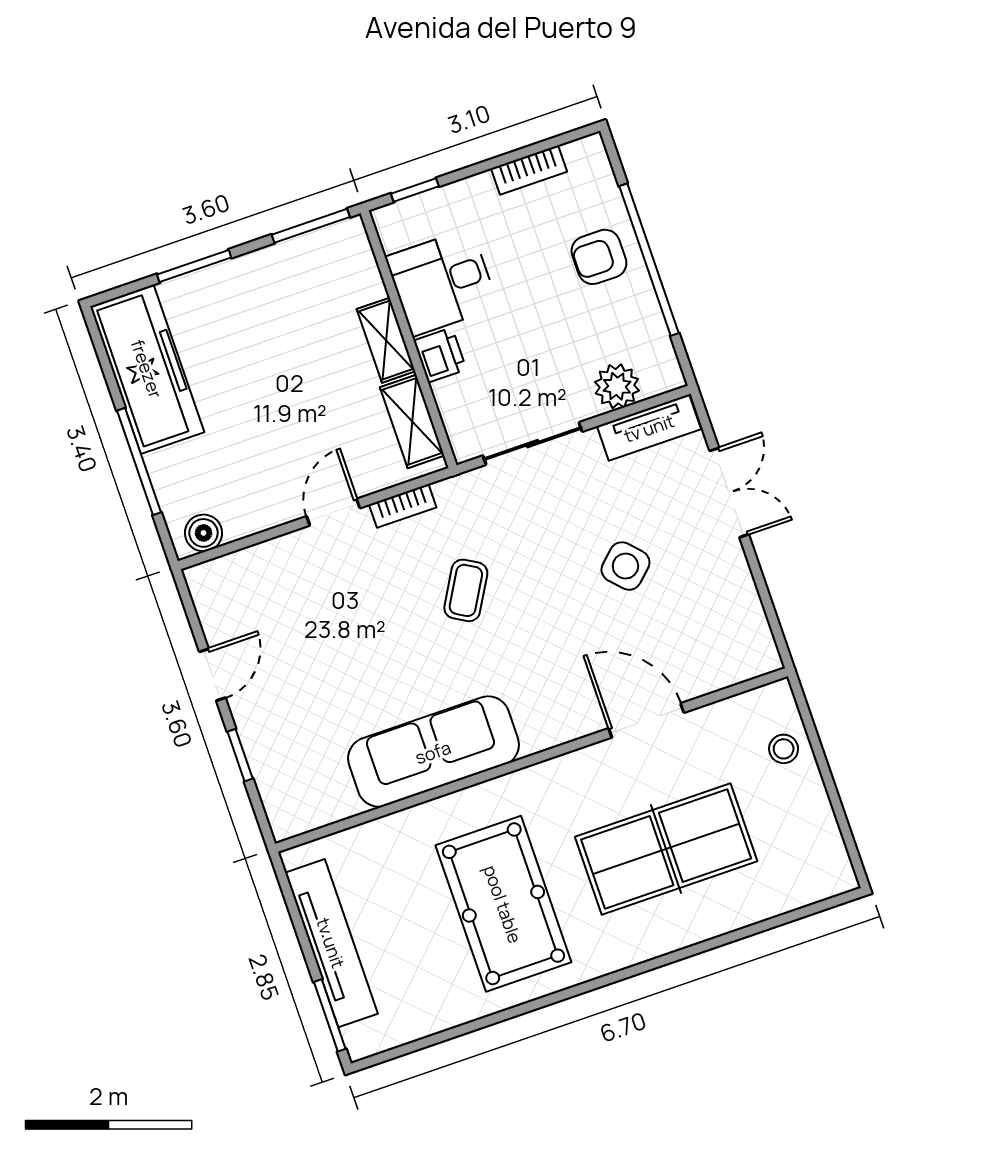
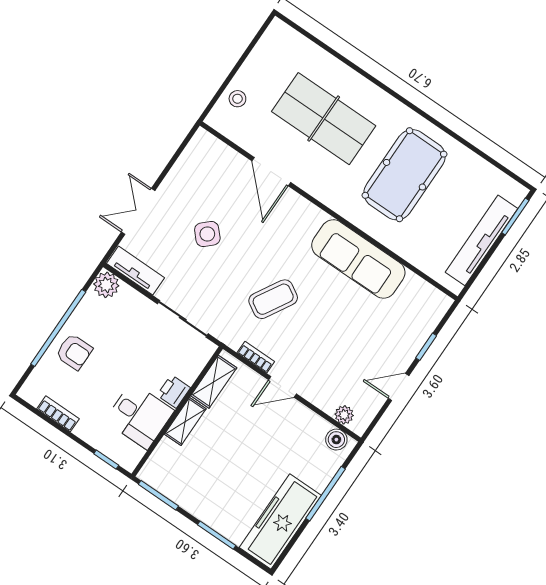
plant: (617, 386) -> (106, 285), moved
plant: (230, 570) -> (344, 415), added
coffee table: (466, 590) -> (273, 299), width x1.36, depth x1.30

